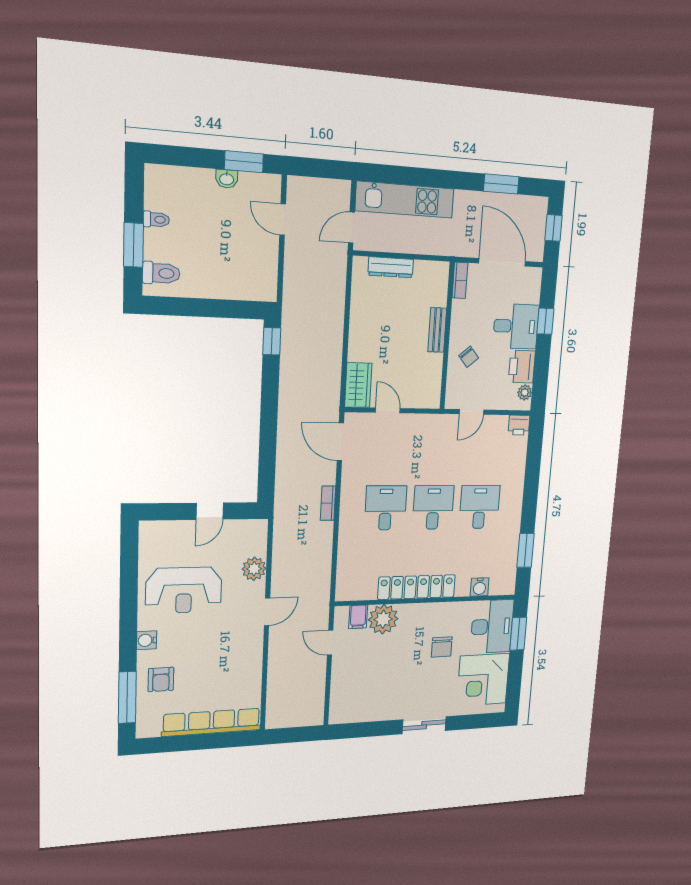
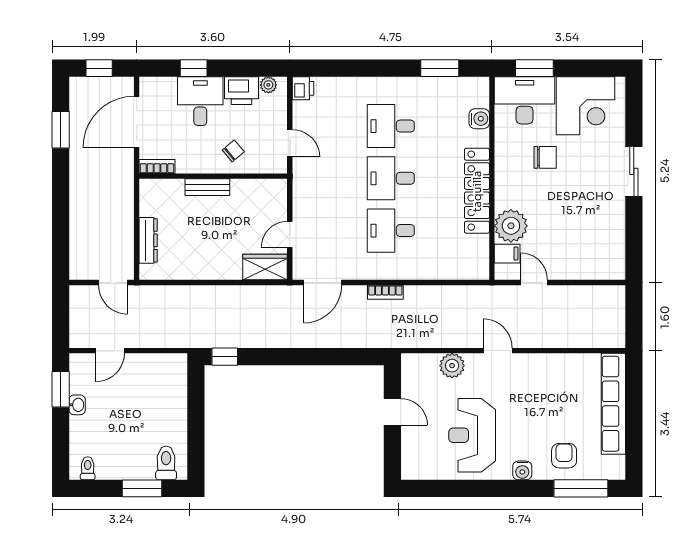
kitchen unit: (405, 200) -> (83, 230), removed
toilet: (156, 219) -> (88, 468), moved
reception desk: (184, 590) -> (472, 435), turned 180
door: (330, 643) -> (534, 283), swing flipped
armchair: (161, 679) -> (564, 456), turned -90

